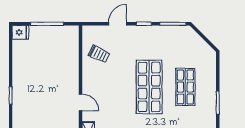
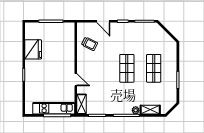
door: (118, 24) -> (103, 21), swing flipped
fridge: (20, 32) -> (33, 49), moved, width x1.88, depth x1.34
shop shelf: (149, 87) -> (127, 68), width x0.70, depth x0.74

